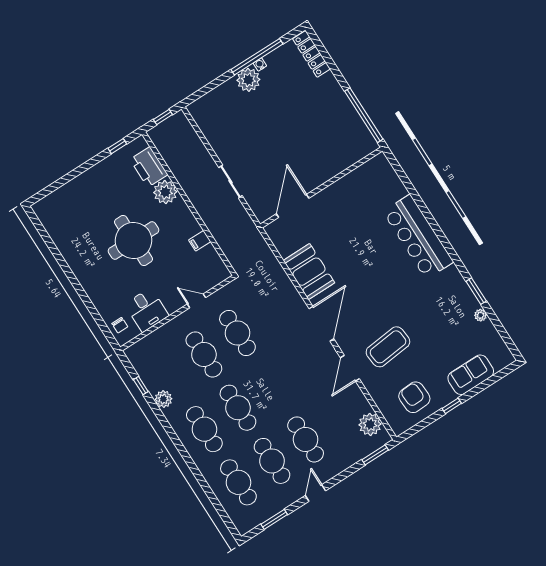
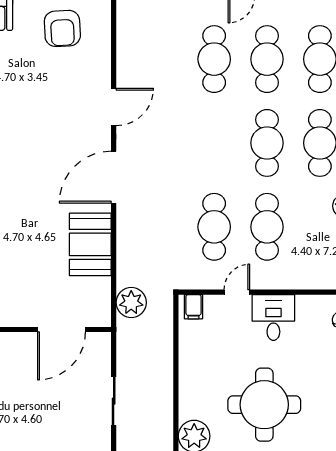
filing cabinet: (200, 241) -> (194, 307), moved, turned 90
door: (196, 301) -> (237, 292), swing flipped
desk: (147, 310) -> (273, 318), moved
coffee table: (388, 347) -> (56, 104), removed
plant: (370, 424) -> (131, 303), moved

